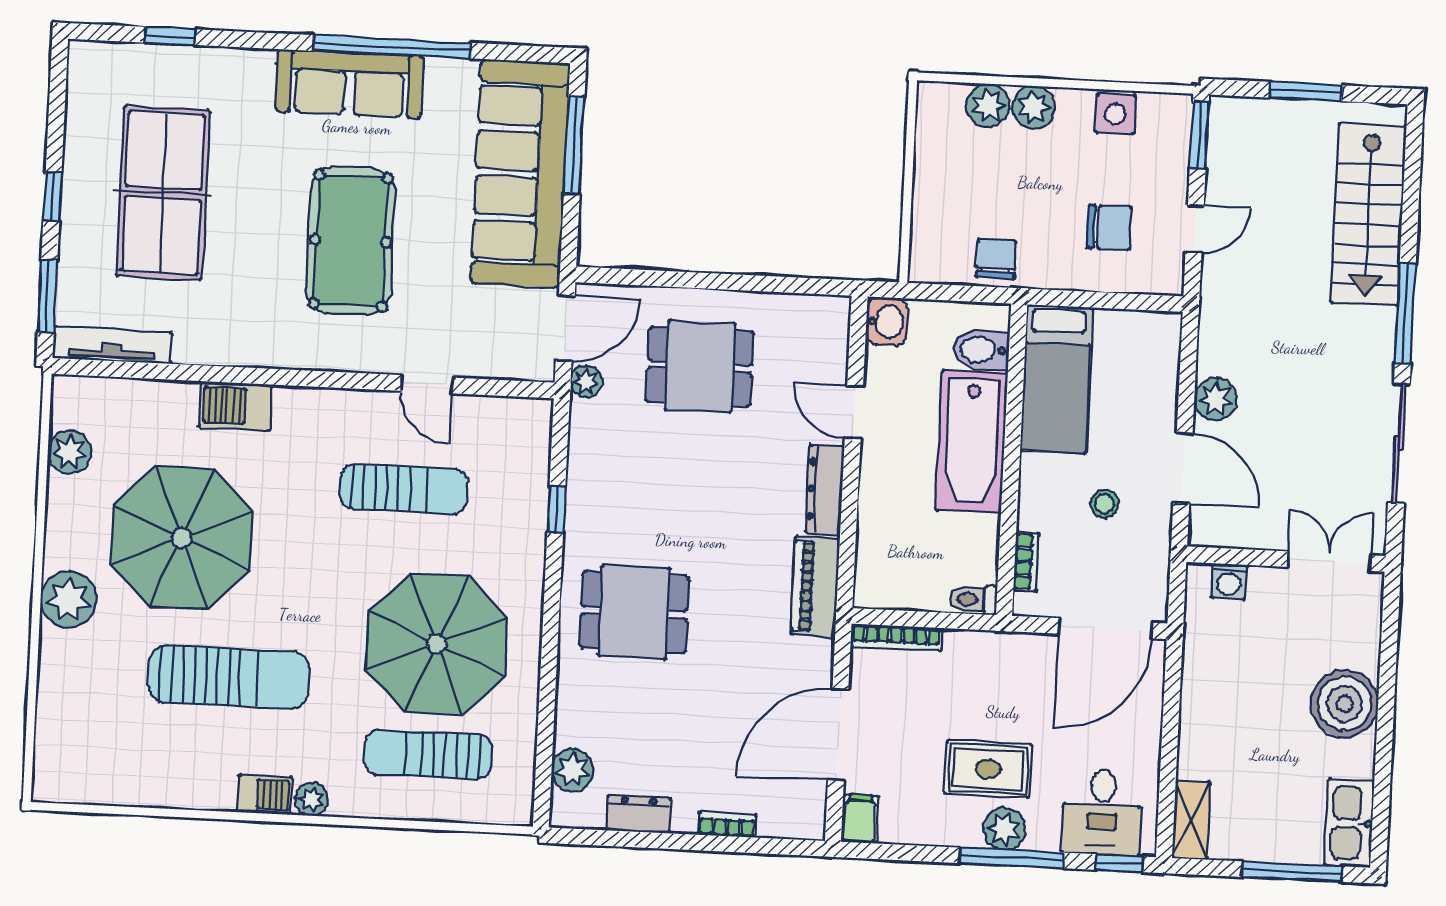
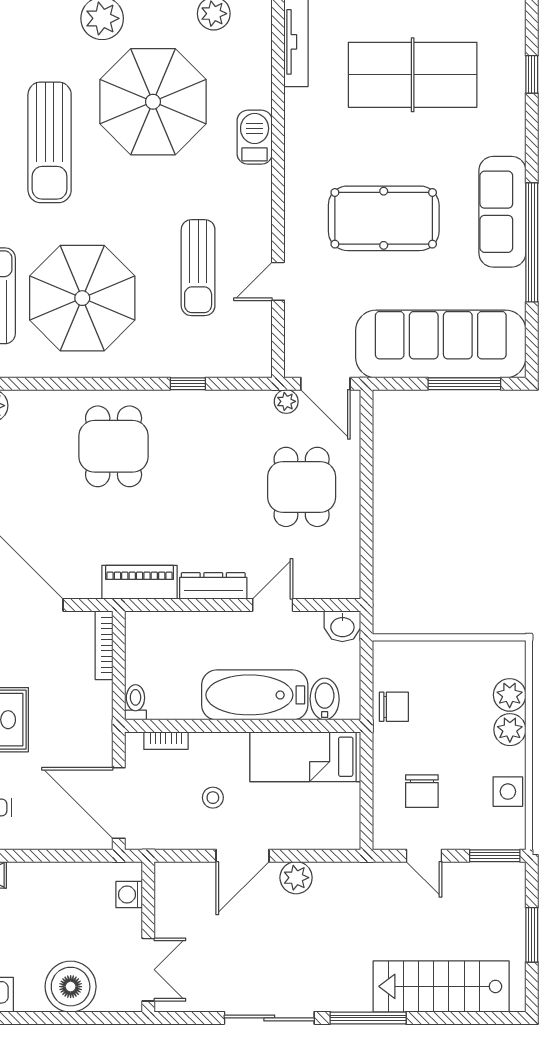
wall: (1286, 559) -> (148, 937), moved
double door: (1329, 561) -> (148, 970), moved
washing machine: (1229, 582) -> (129, 894), moved

